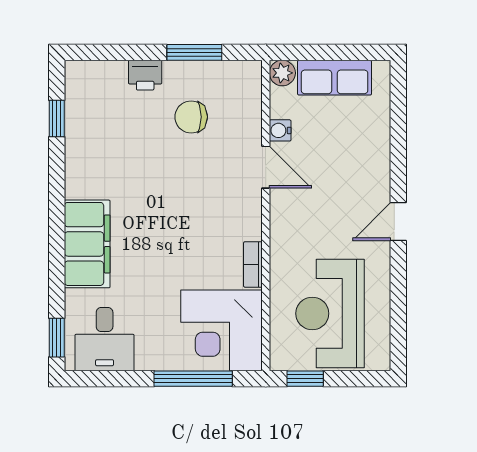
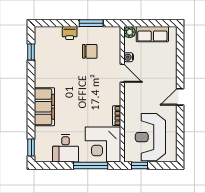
chair: (191, 117) -> (90, 51), turned 180
desk: (105, 339) -> (66, 148), moved

